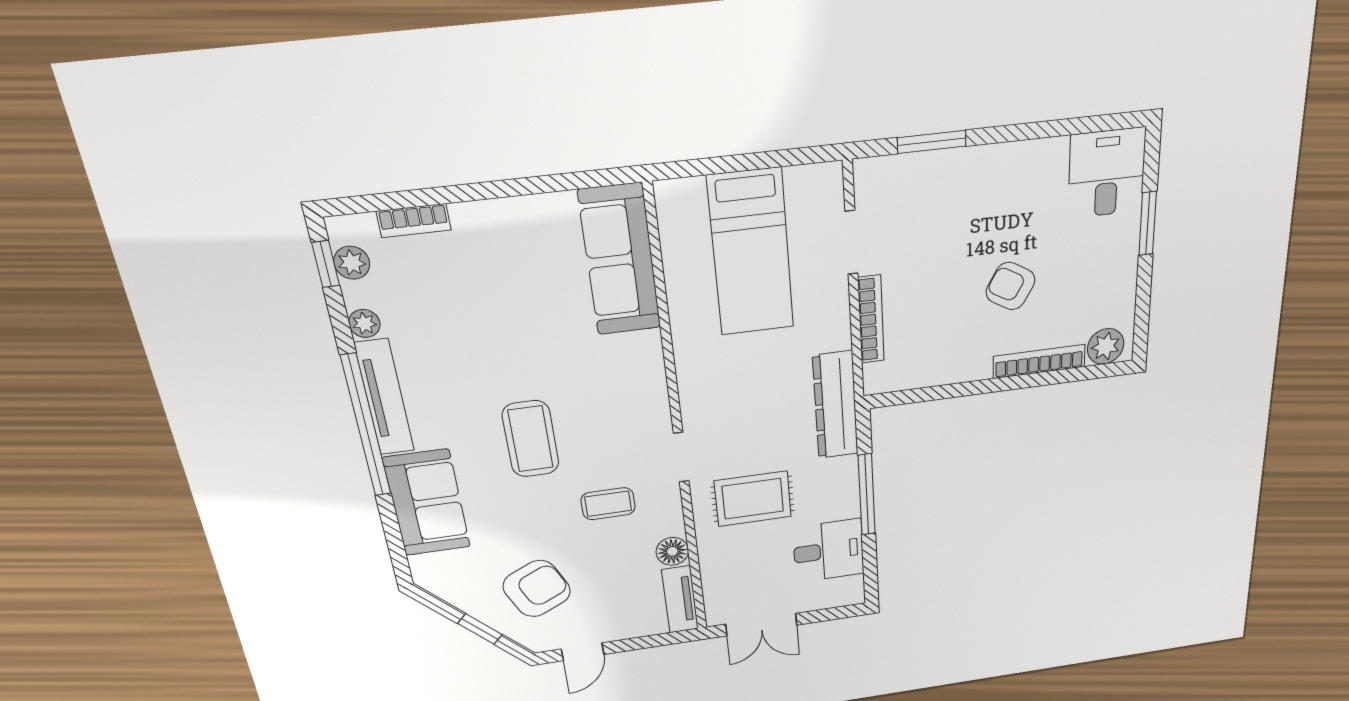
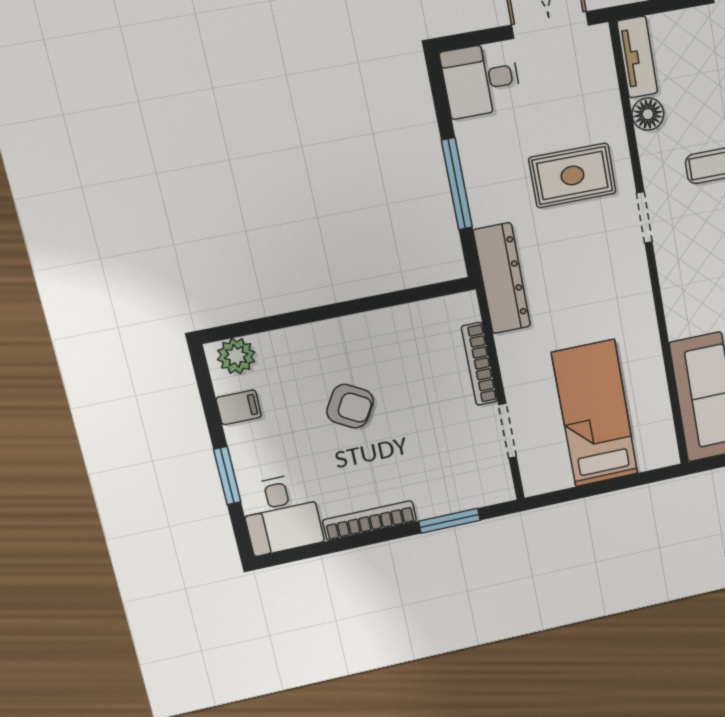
filing cabinet: (1117, 295) -> (239, 407), added
bookcase: (1039, 361) -> (370, 521), moved, turned 180
desk: (828, 551) -> (481, 80), moved

